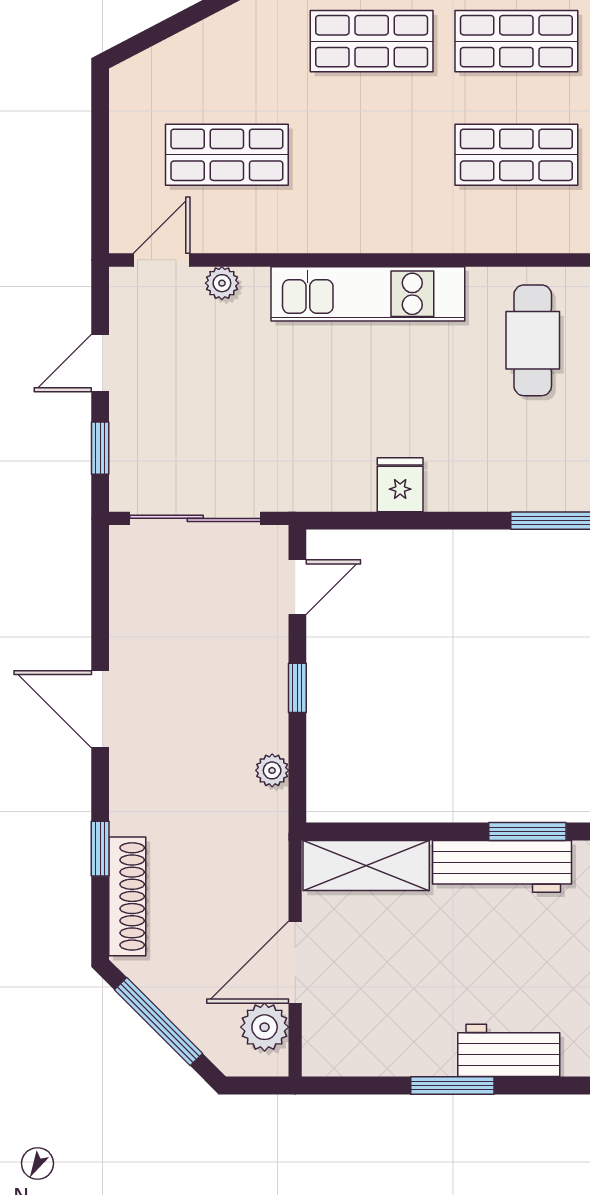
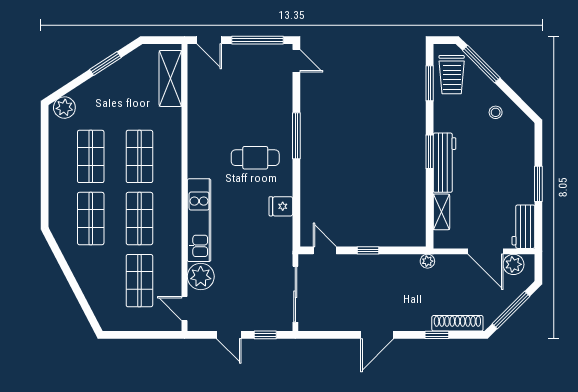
shop shelf: (372, 155) -> (139, 219), added
plant: (222, 283) -> (201, 276), width x1.87, depth x1.87
cafe table: (533, 340) -> (255, 158), moved
plant: (272, 770) -> (427, 261), moved
shelving: (366, 865) -> (441, 212), width x0.67, depth x0.75
workbench: (509, 1050) -> (523, 227), moved

